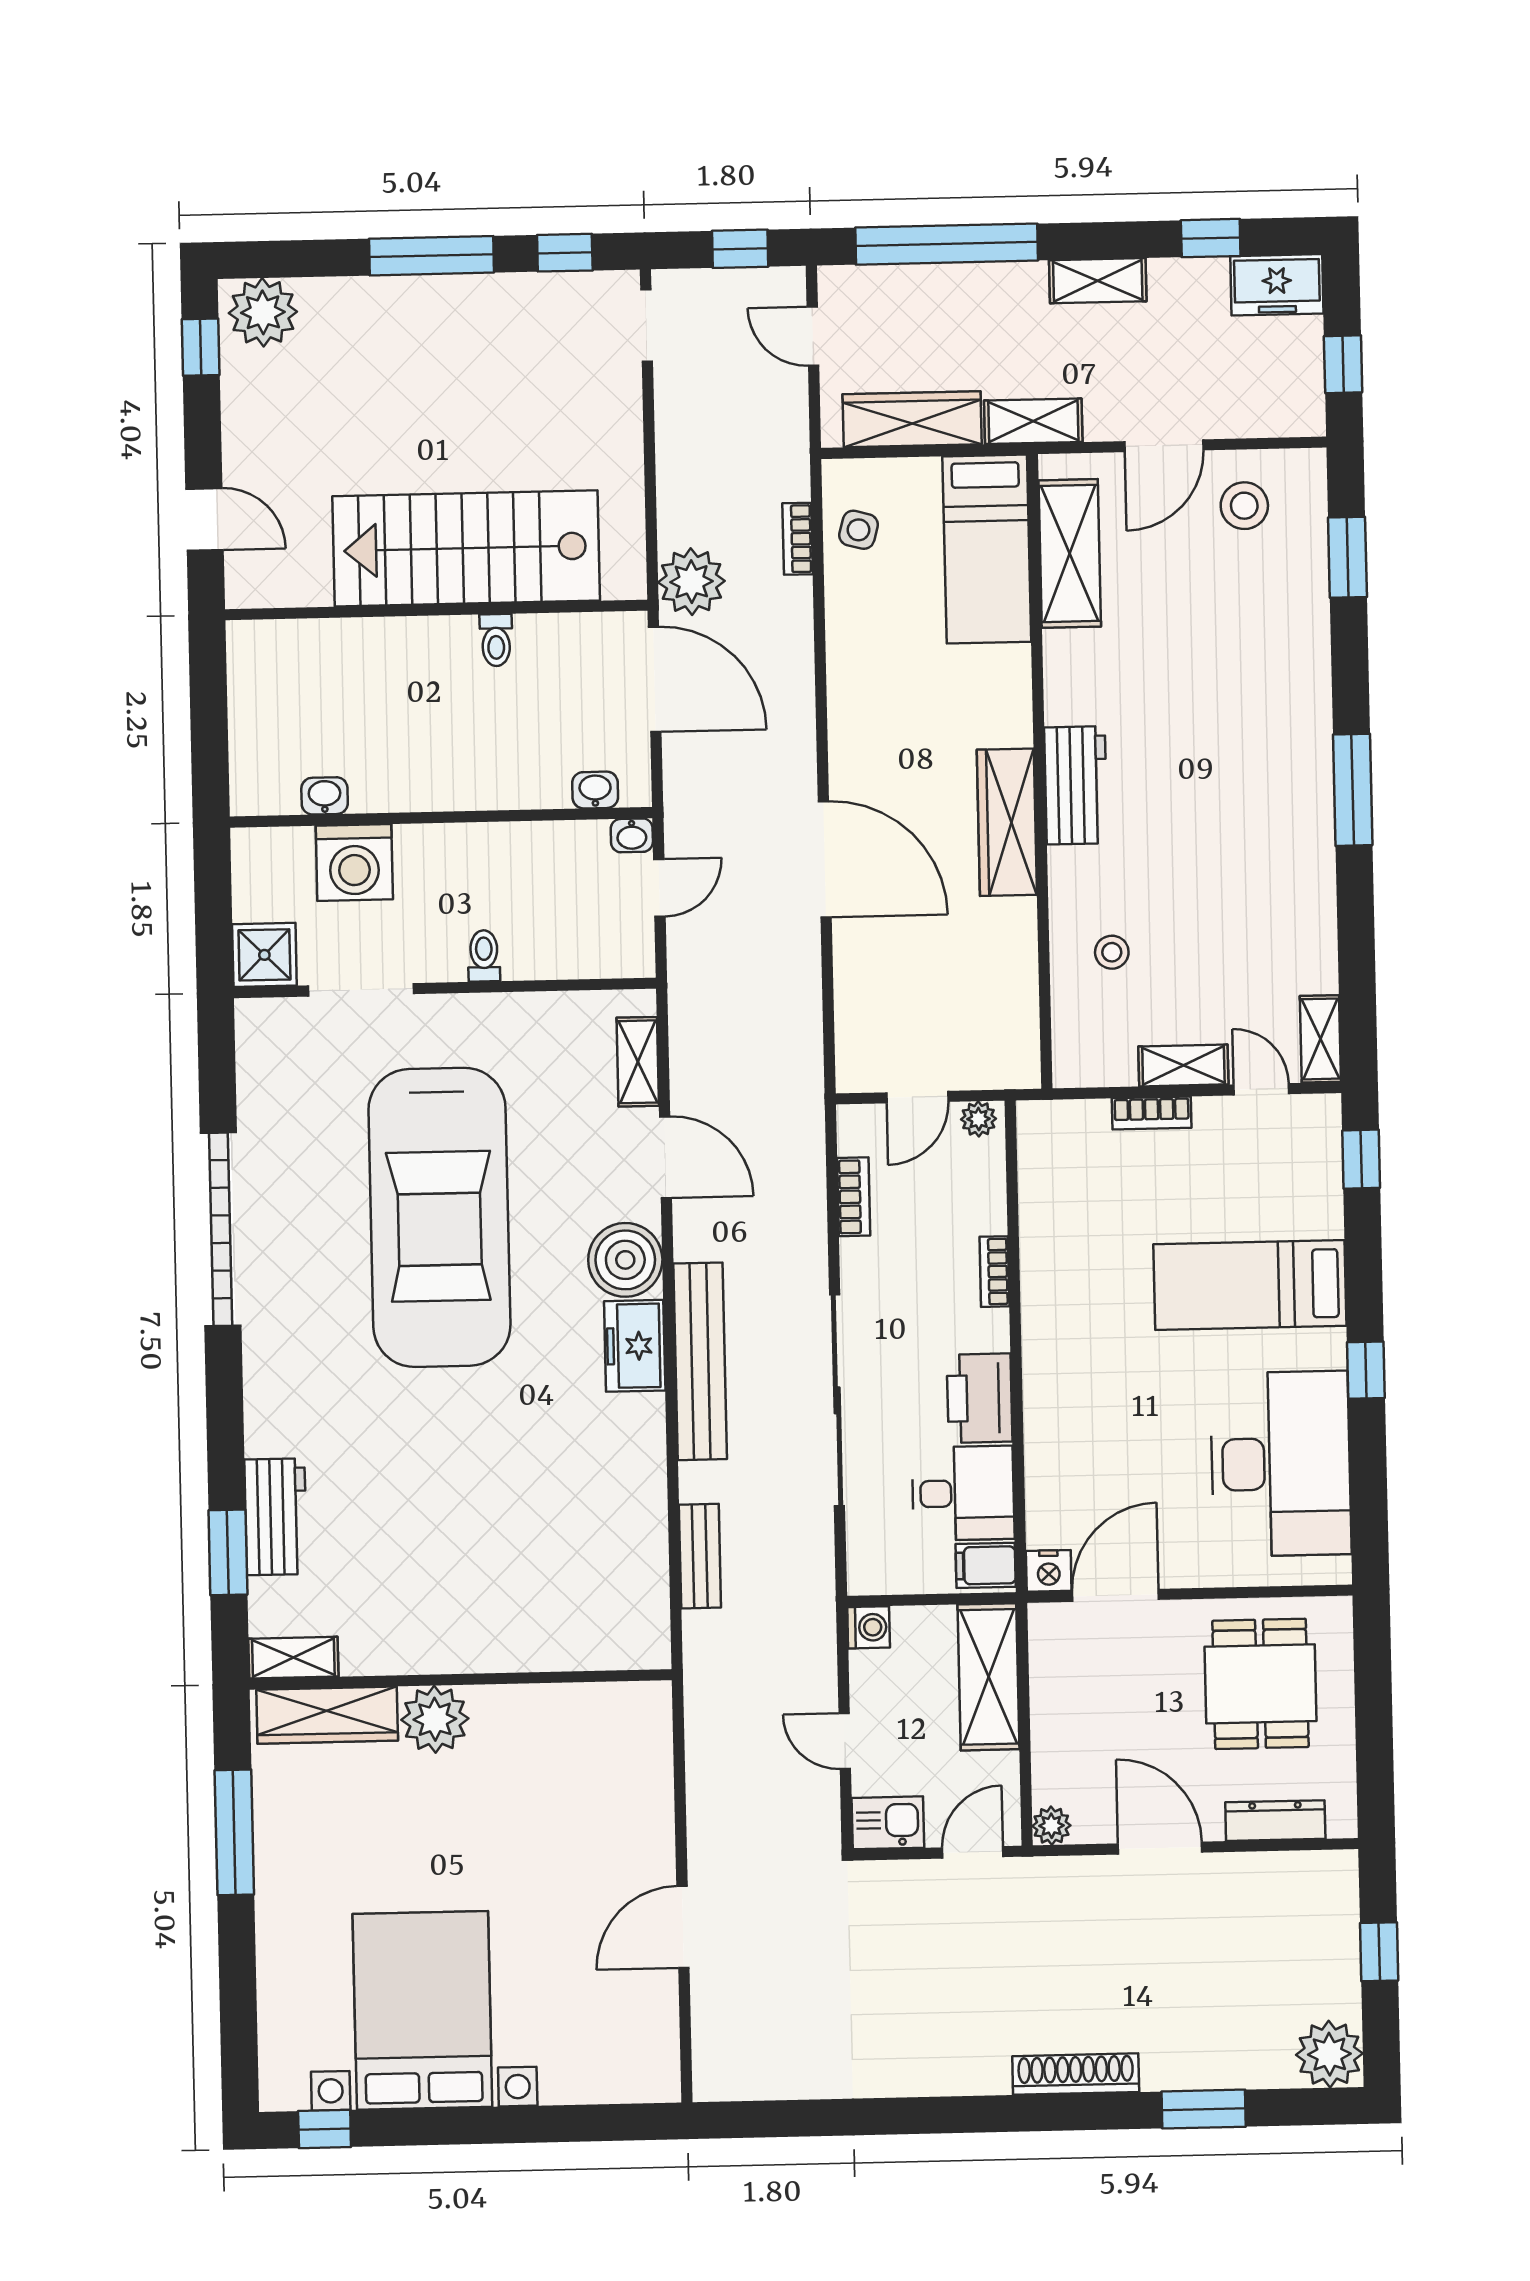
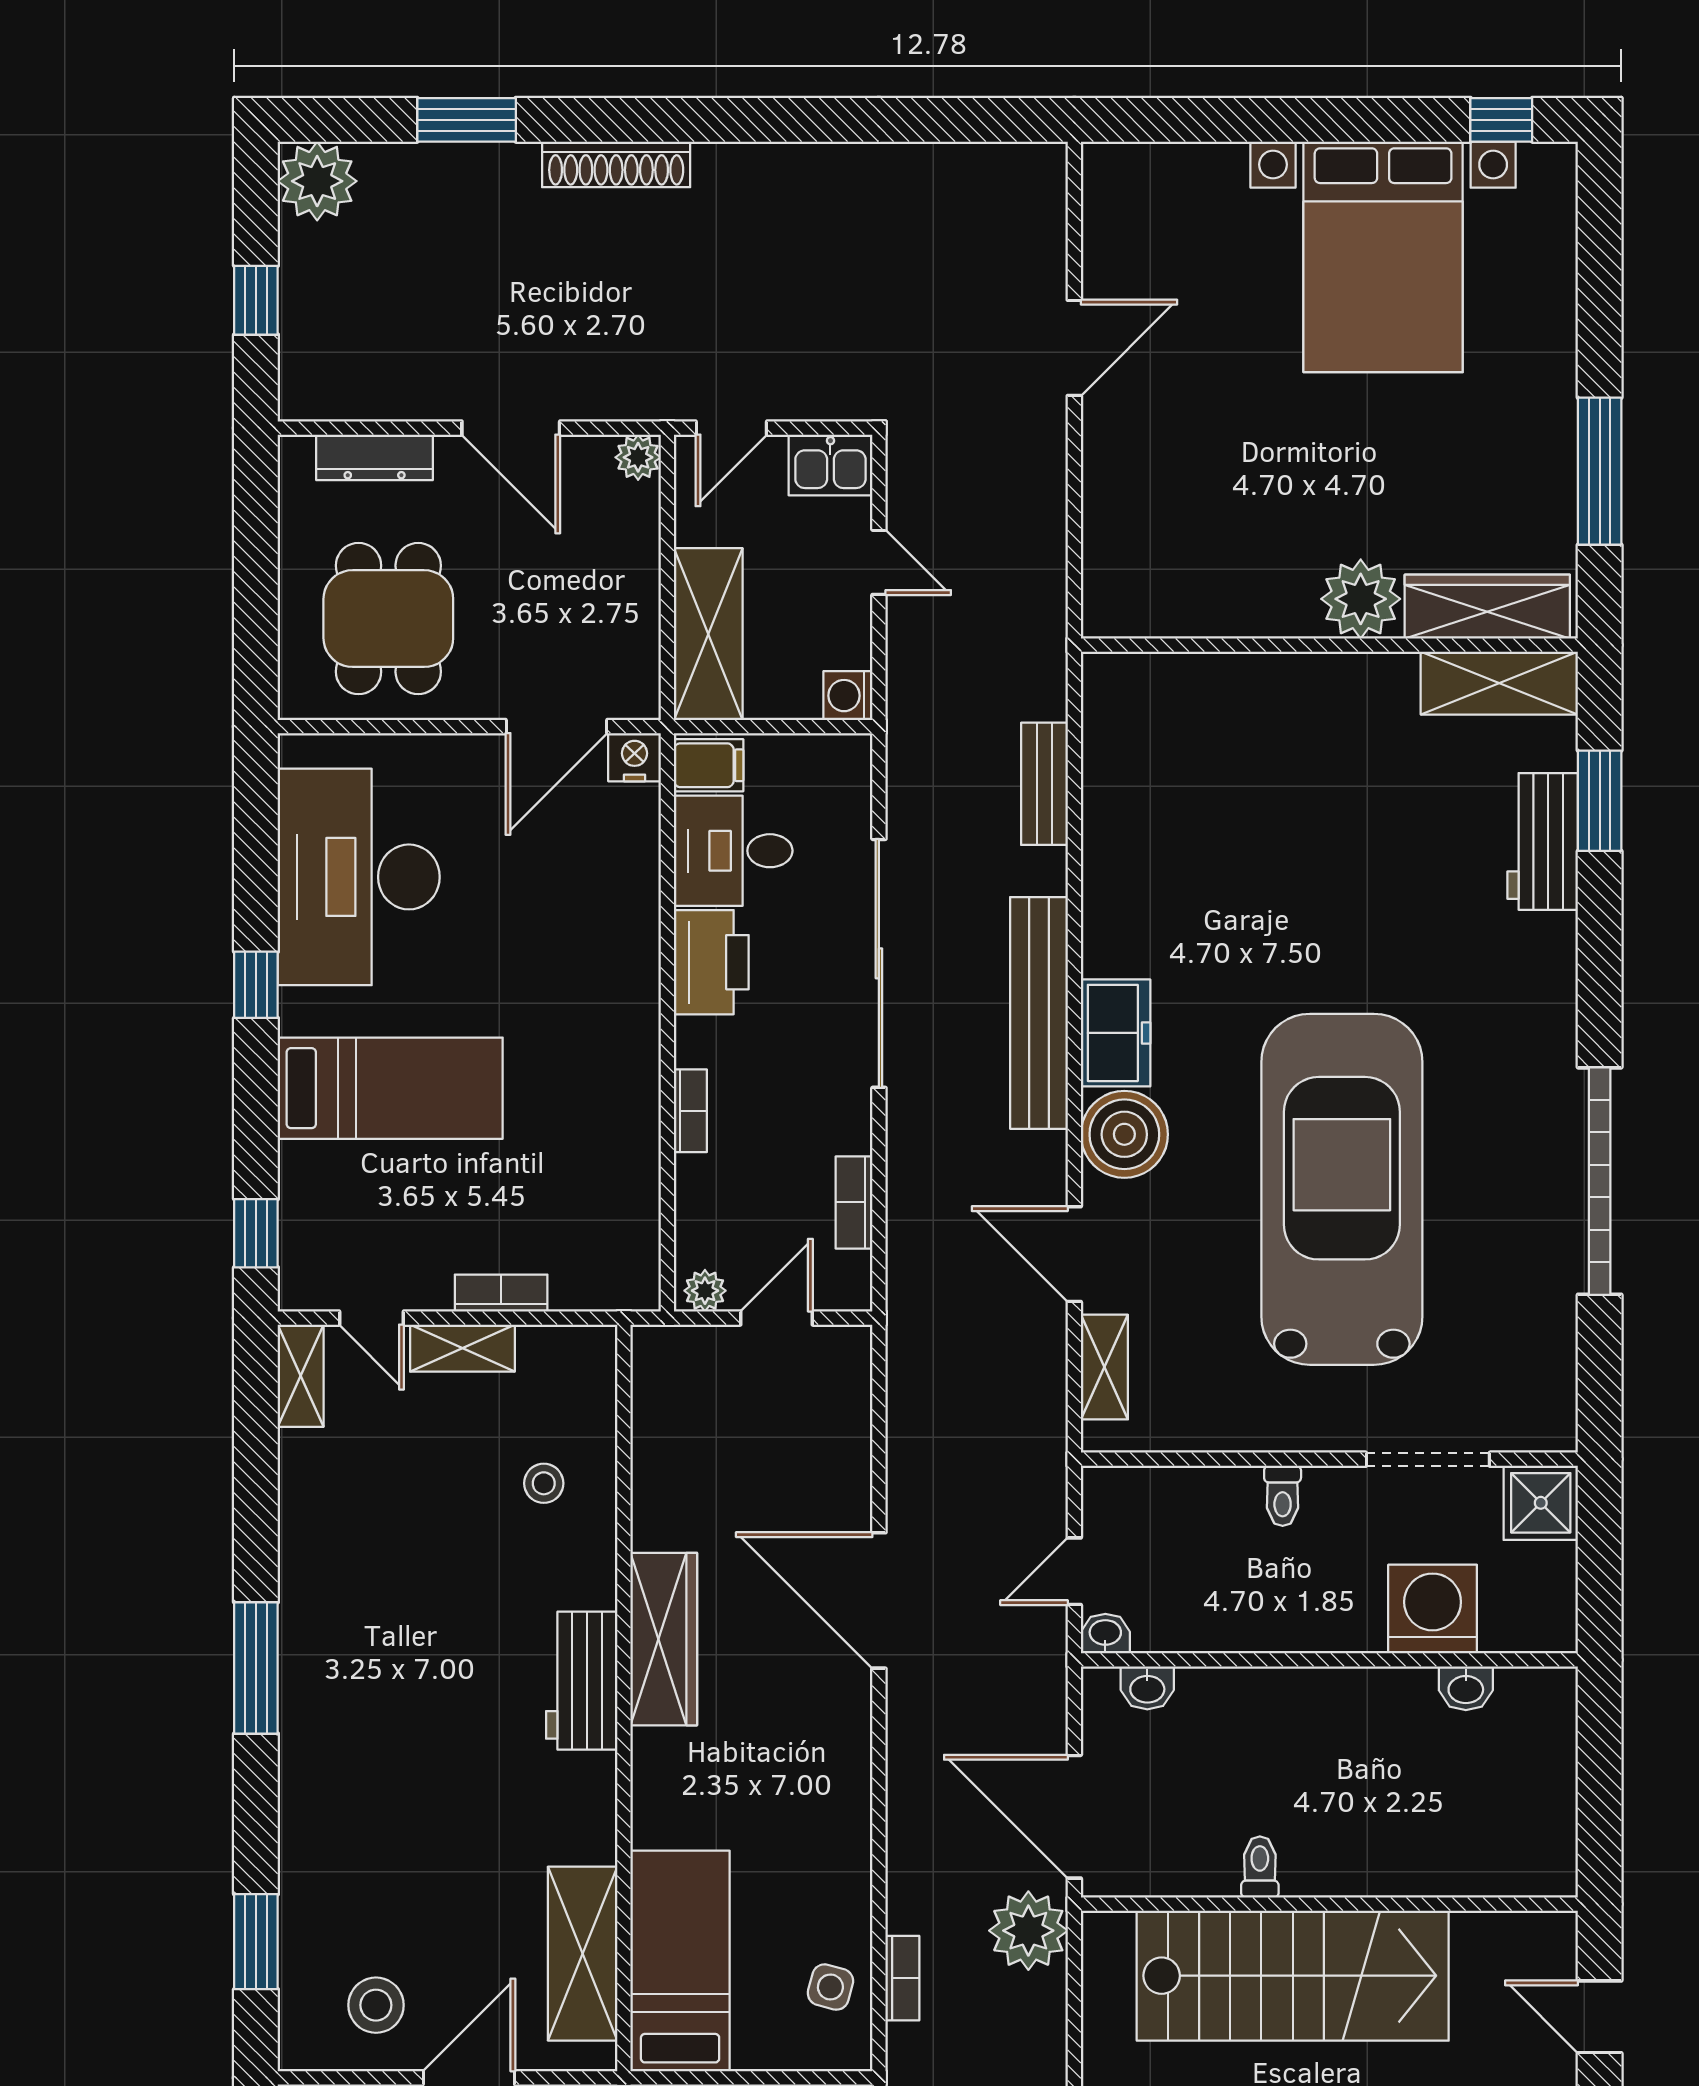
shelving: (293, 1658) -> (1499, 683), width x1.50, depth x1.33

